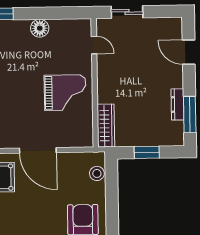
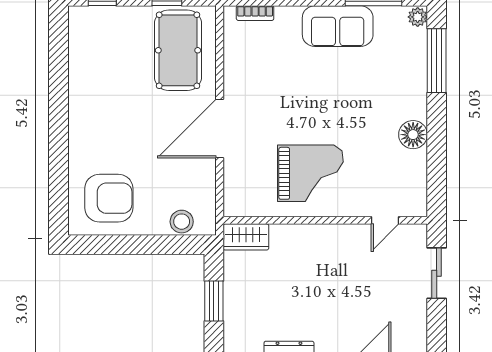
grand piano: (65, 93) -> (310, 173), turned -90
wardrobe: (106, 126) -> (246, 237), width x0.67

